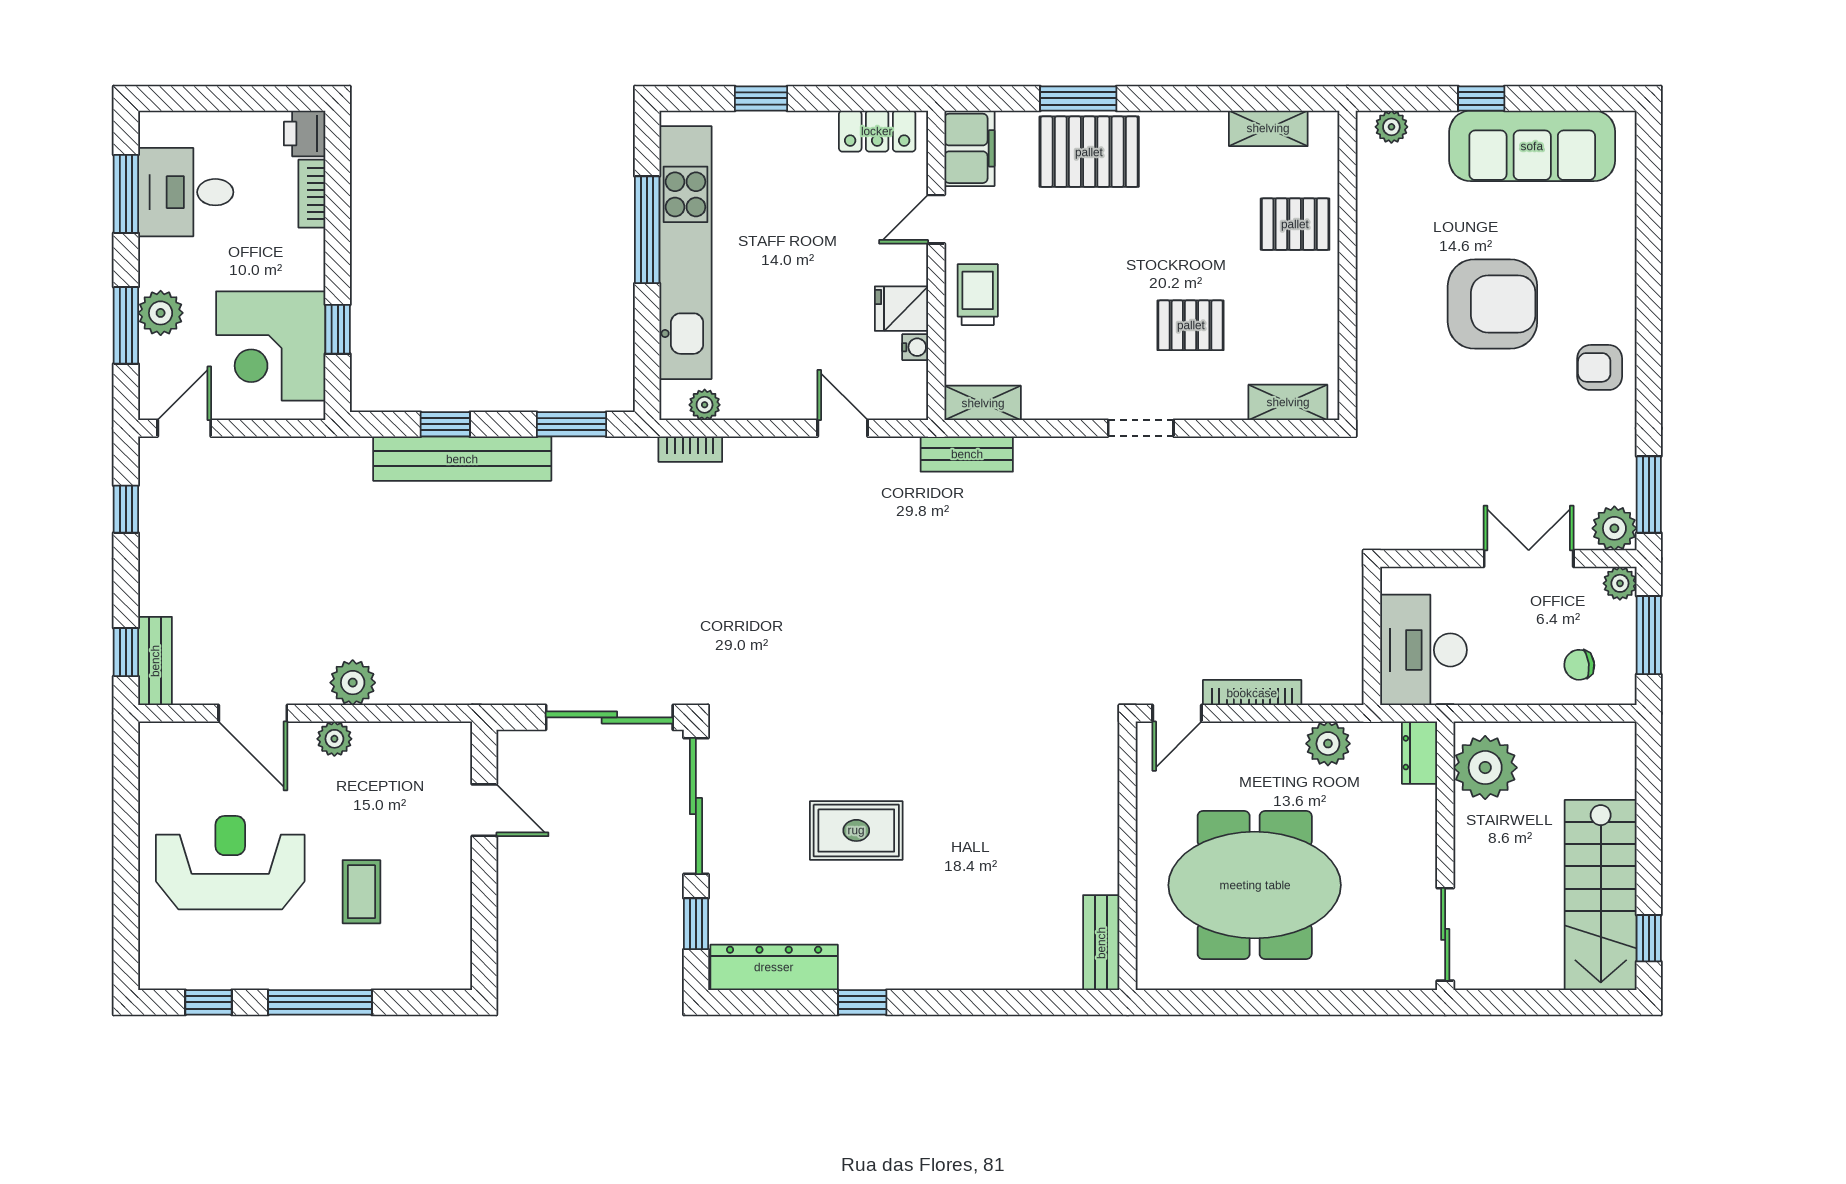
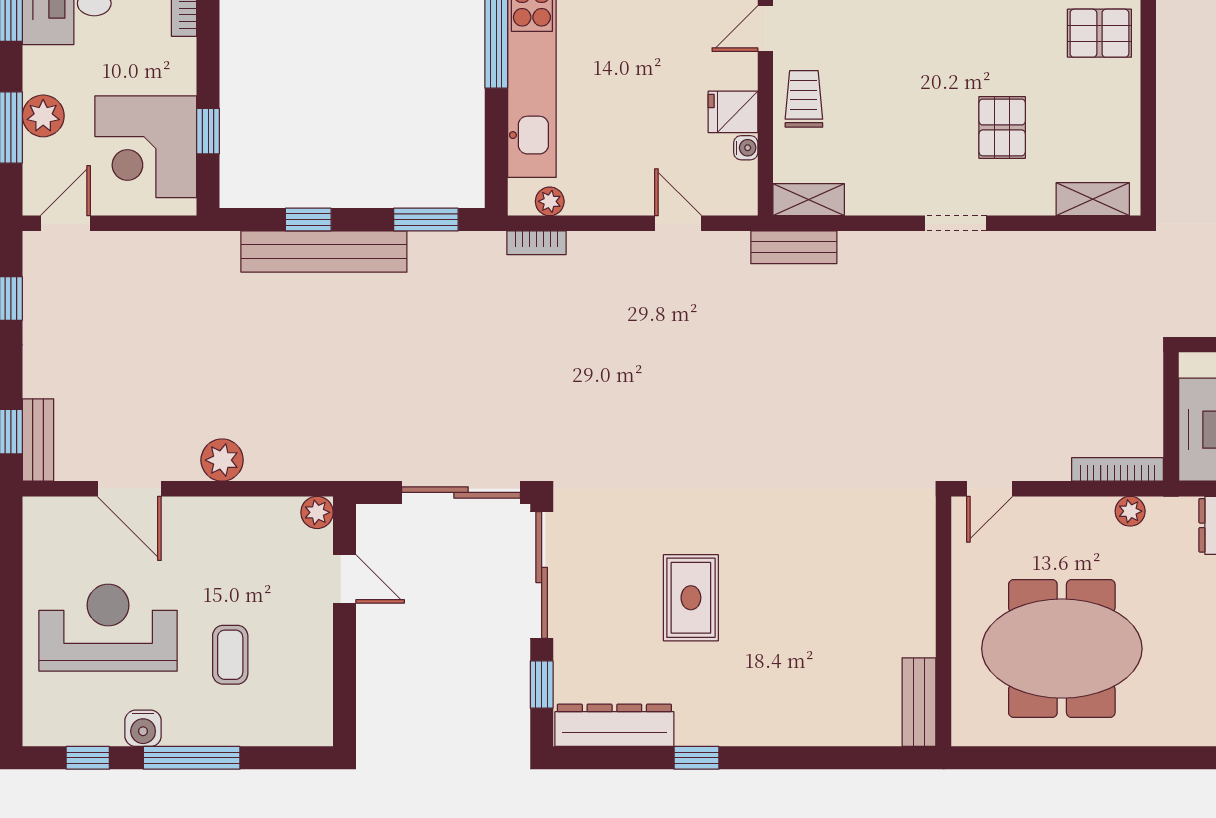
pallet: (1191, 325) -> (1002, 127), turned 90
bookcase: (1252, 693) -> (1118, 469), moved
plant: (334, 739) -> (317, 512), moved
plant: (1328, 744) -> (1130, 511), width x0.73, depth x0.73
rug: (856, 830) -> (691, 598), turned 90
water cooler: (268, 971) -> (143, 728), added

